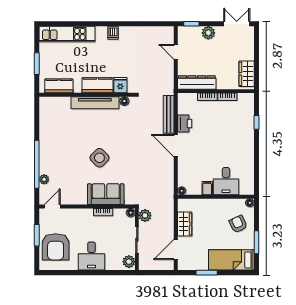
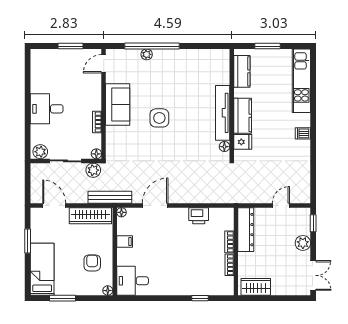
bench: (169, 114) -> (110, 197), moved
door: (176, 146) -> (155, 206), moved
side table: (99, 158) -> (159, 118), turned 45
plant: (44, 179) -> (147, 54), moved
desk: (226, 181) -> (133, 281), moved
sofa: (106, 194) -> (118, 104), moved
door: (52, 206) -> (104, 64), swing flipped
wardrobe: (185, 224) -> (90, 216), width x1.50
armchair: (238, 224) -> (92, 263), moved, turned -65
armchair: (56, 247) -> (57, 68), removed

